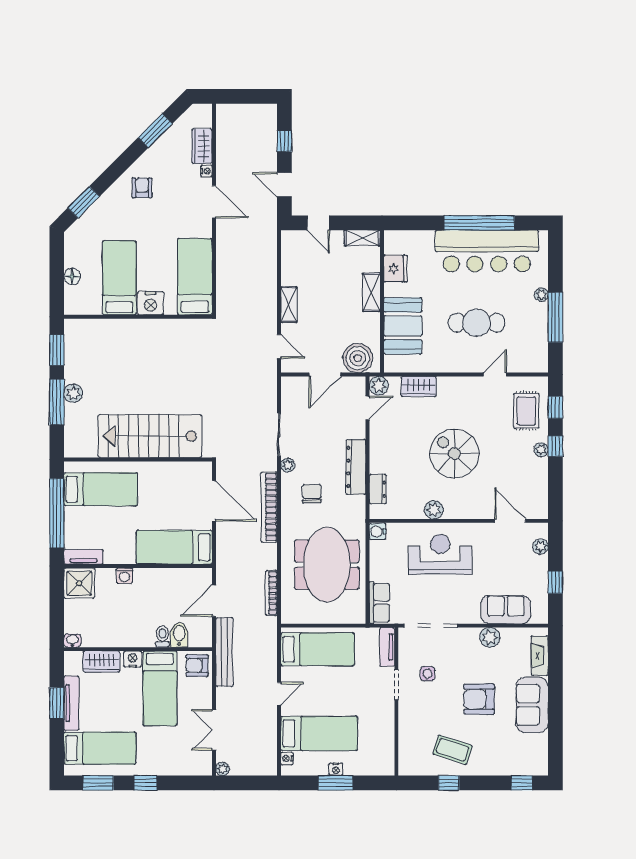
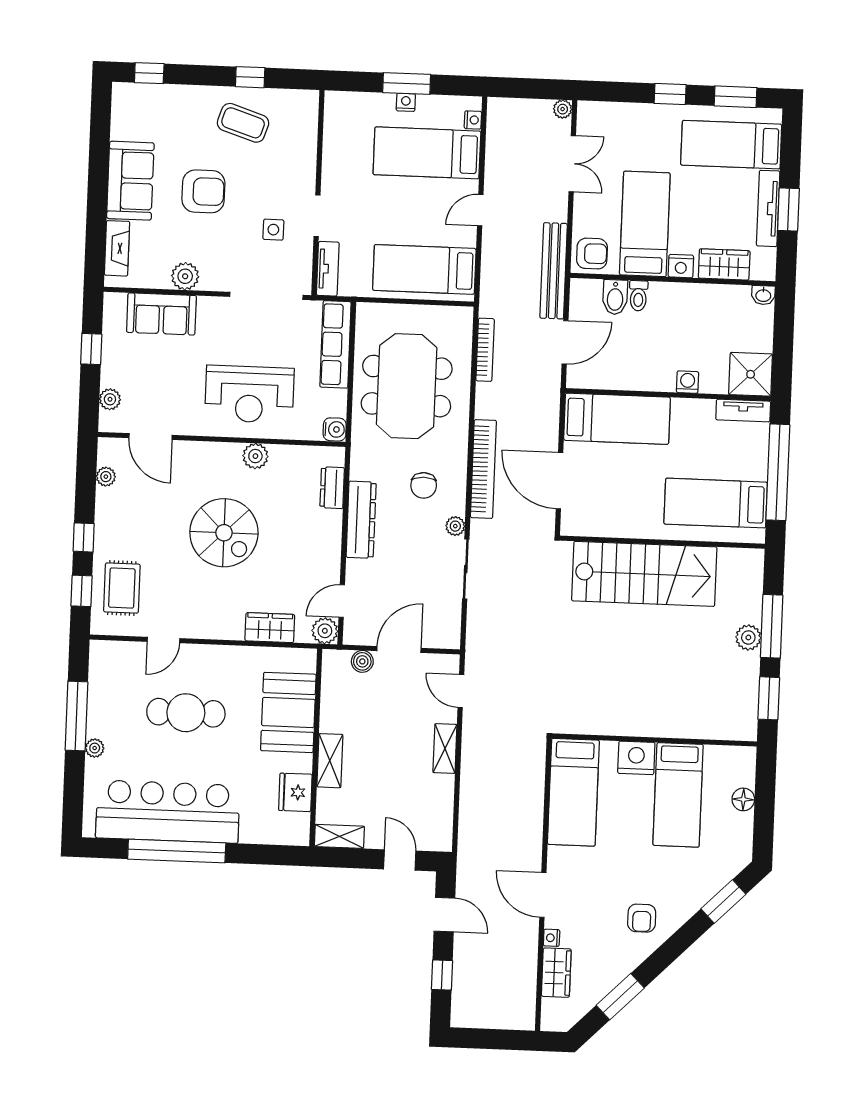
boiler: (358, 358) -> (362, 661), width x0.54, depth x0.54
plant: (541, 450) -> (106, 477), moved
row of seats: (379, 603) -> (335, 344), width x1.48

